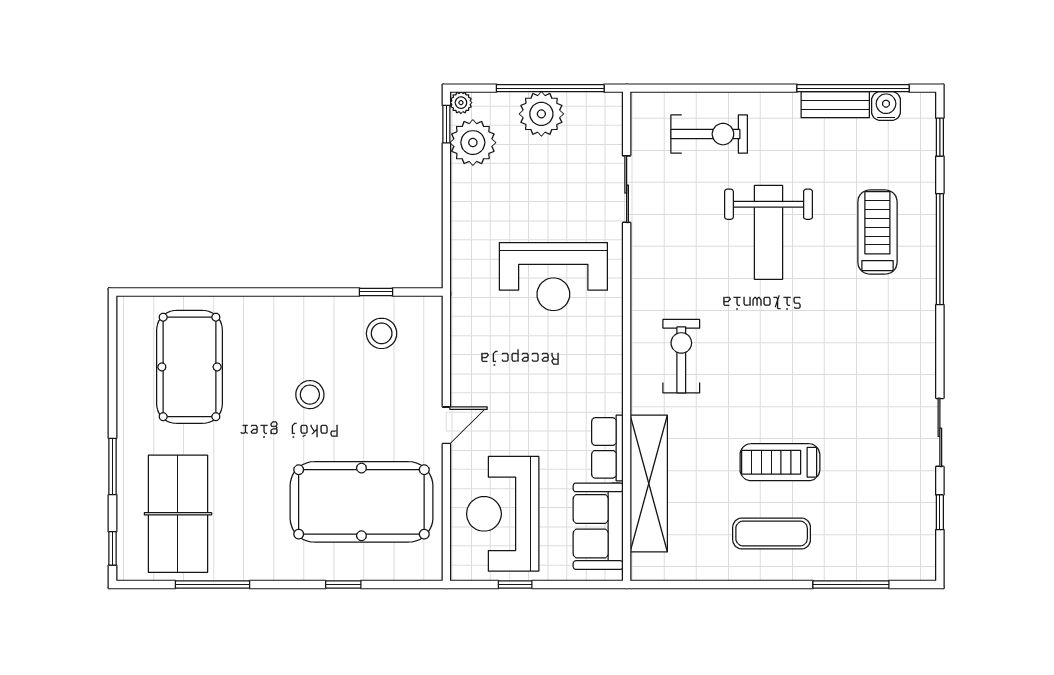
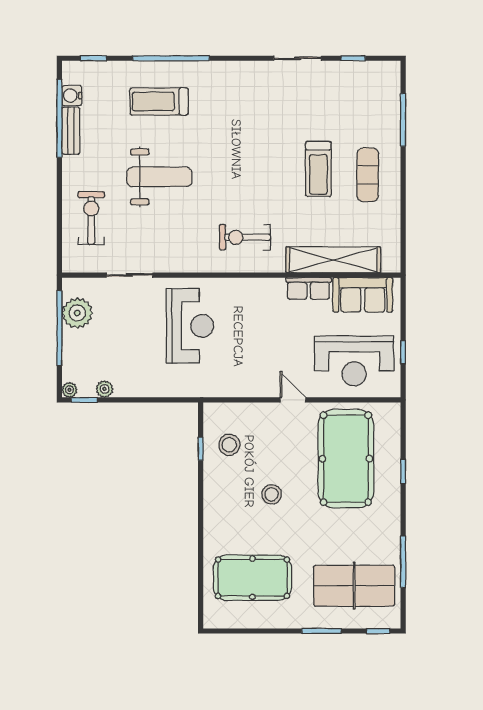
plant: (541, 114) -> (77, 313), moved
plant: (473, 143) -> (105, 389), width x0.53, depth x0.53

